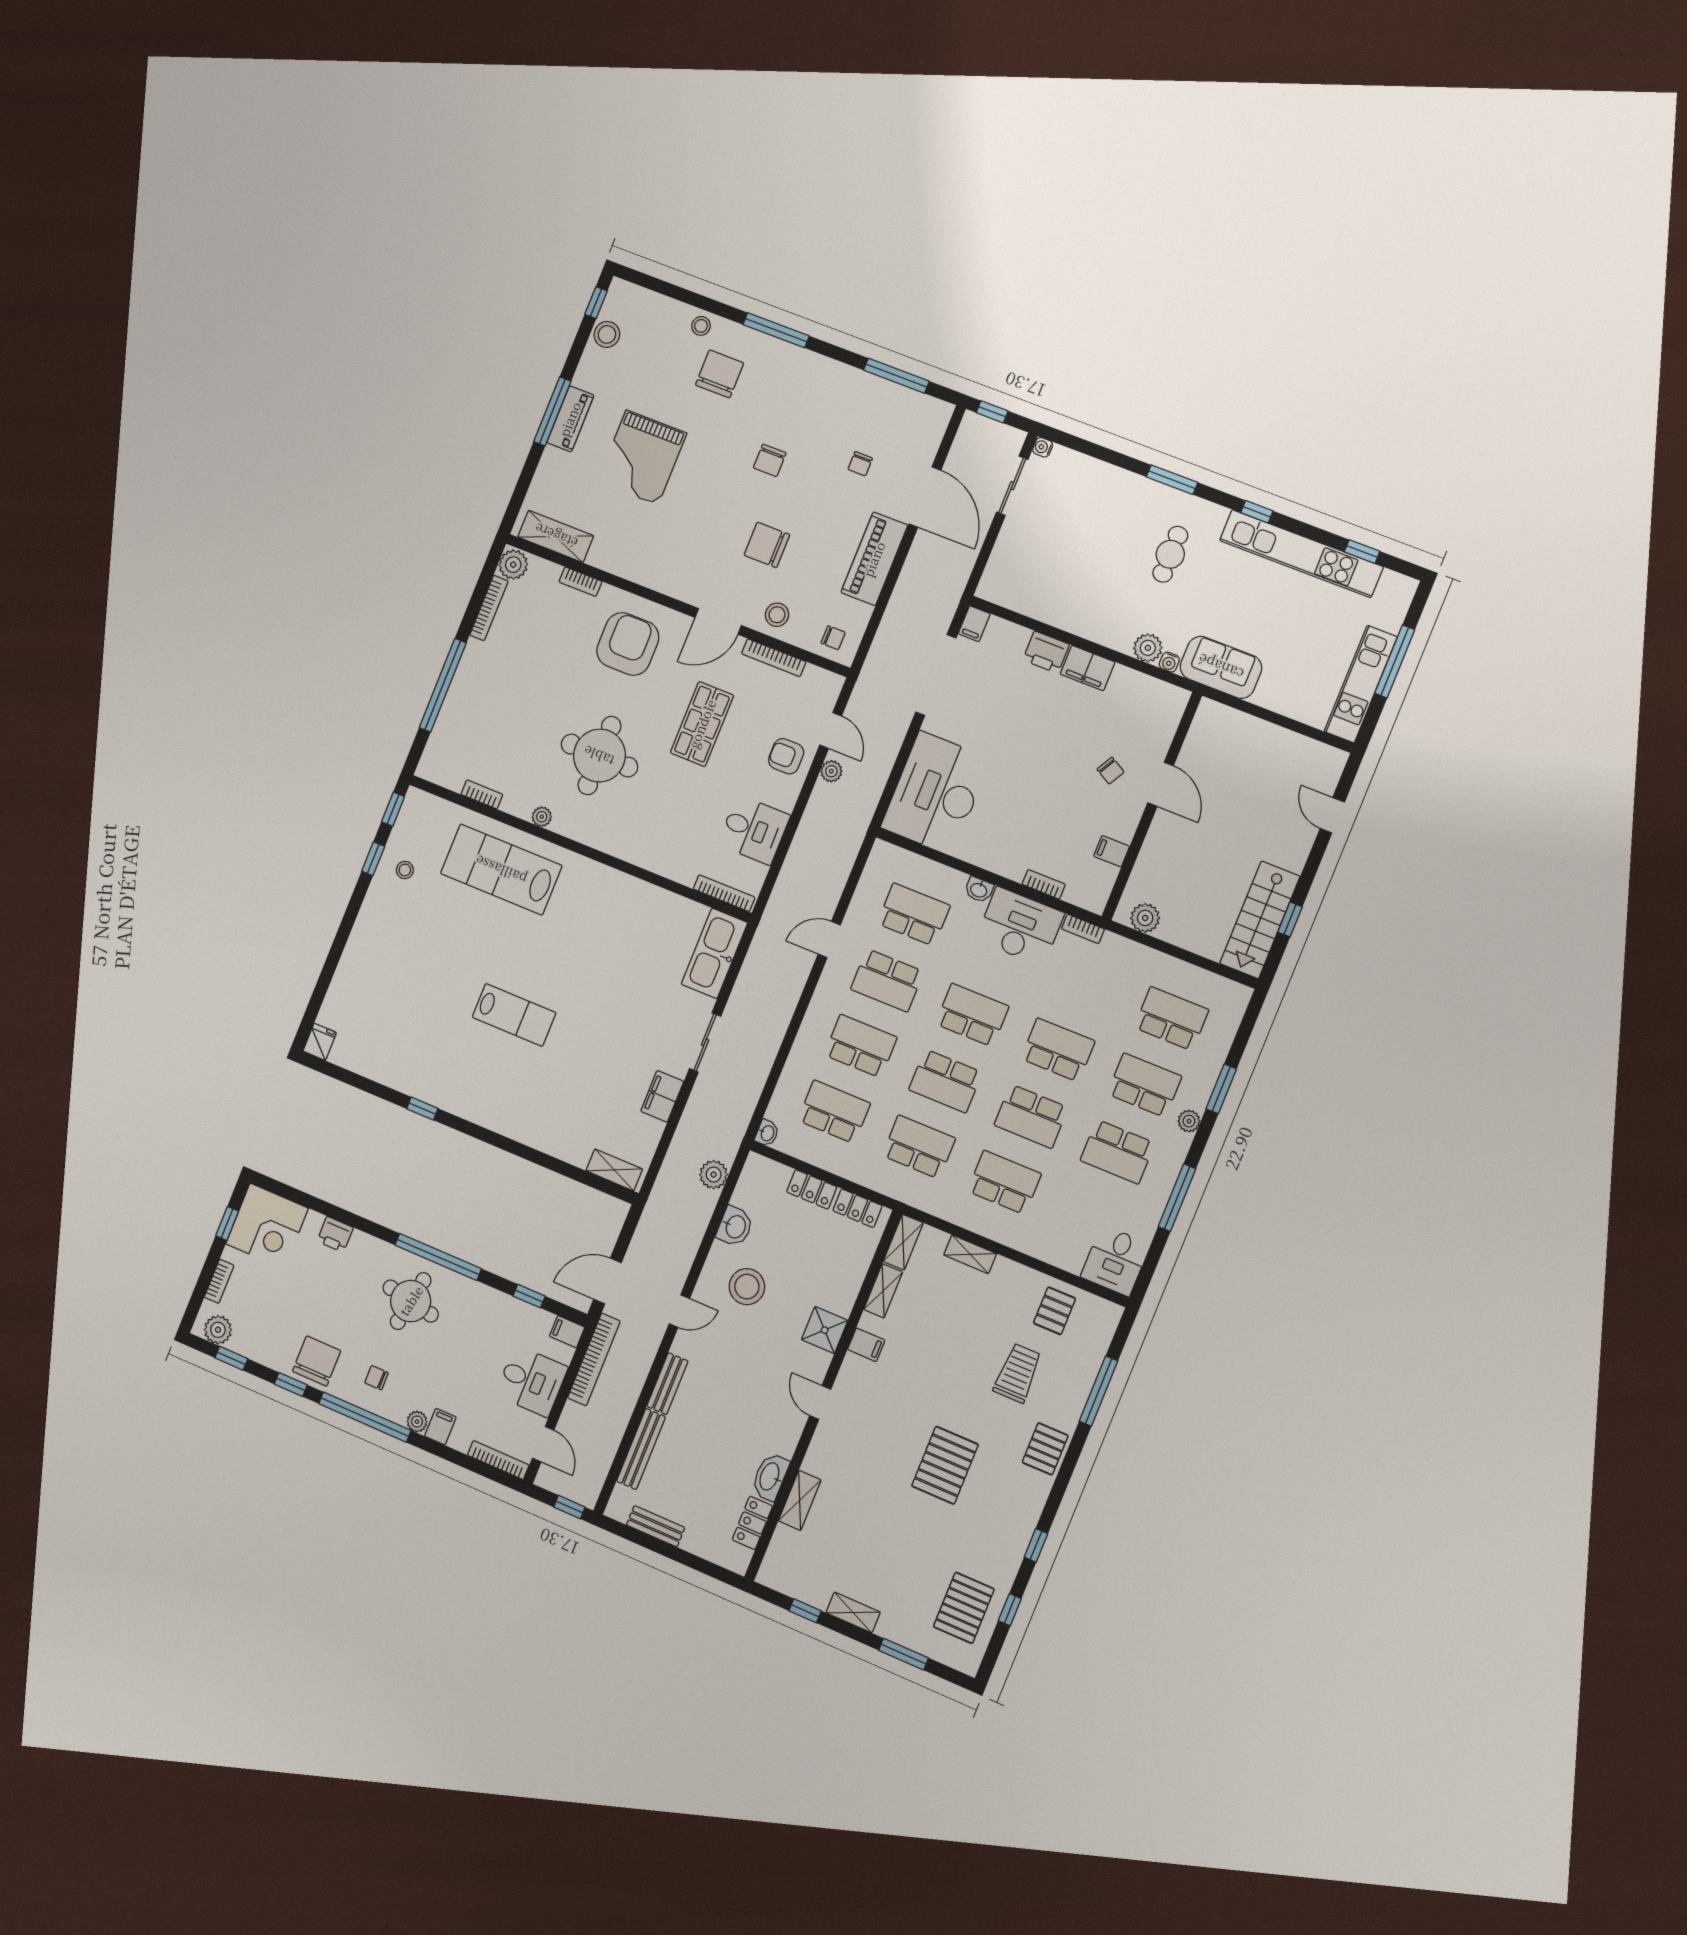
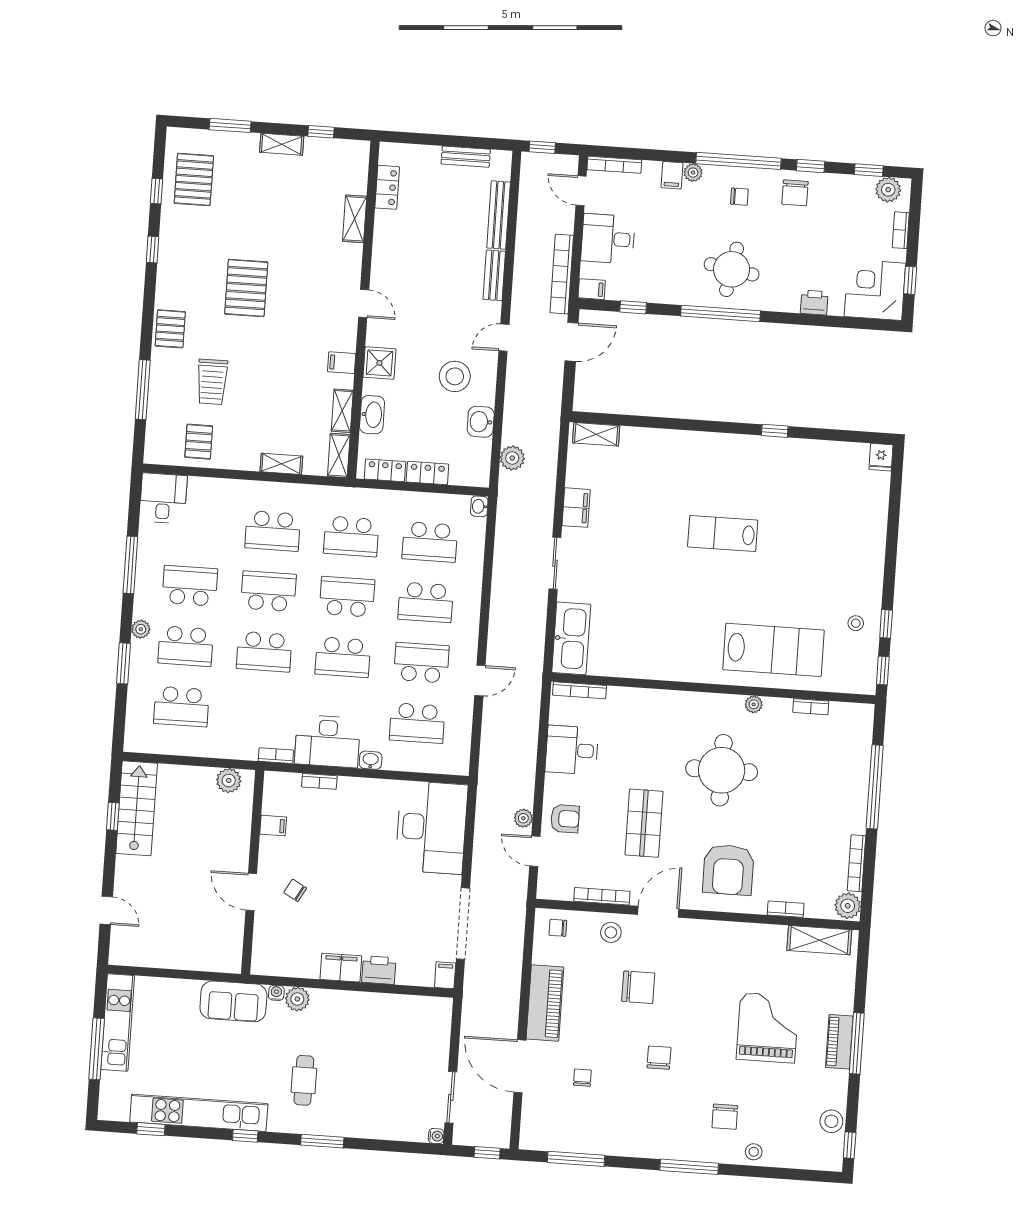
chair: (720, 374) -> (725, 1117), width x0.73, depth x0.73
chair: (317, 1361) -> (795, 193), width x0.73, depth x0.73
washbasin: (770, 1477) -> (372, 415), moved

